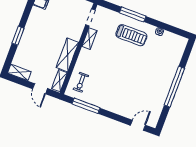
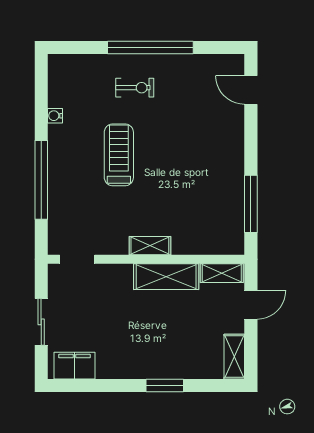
window: (133, 14) -> (41, 180), width x1.46
treadmill: (131, 35) -> (119, 155), moved
shelving: (90, 39) -> (150, 246), moved
exercise bike: (81, 82) -> (135, 88), moved

